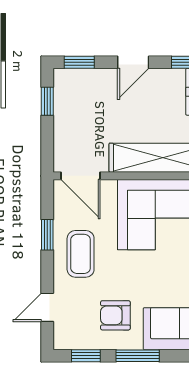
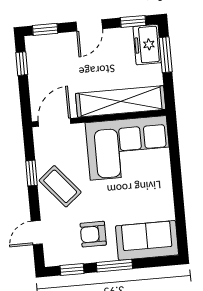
door: (81, 176) -> (54, 122), swing flipped
coffee table: (81, 254) -> (60, 186), turned -40

